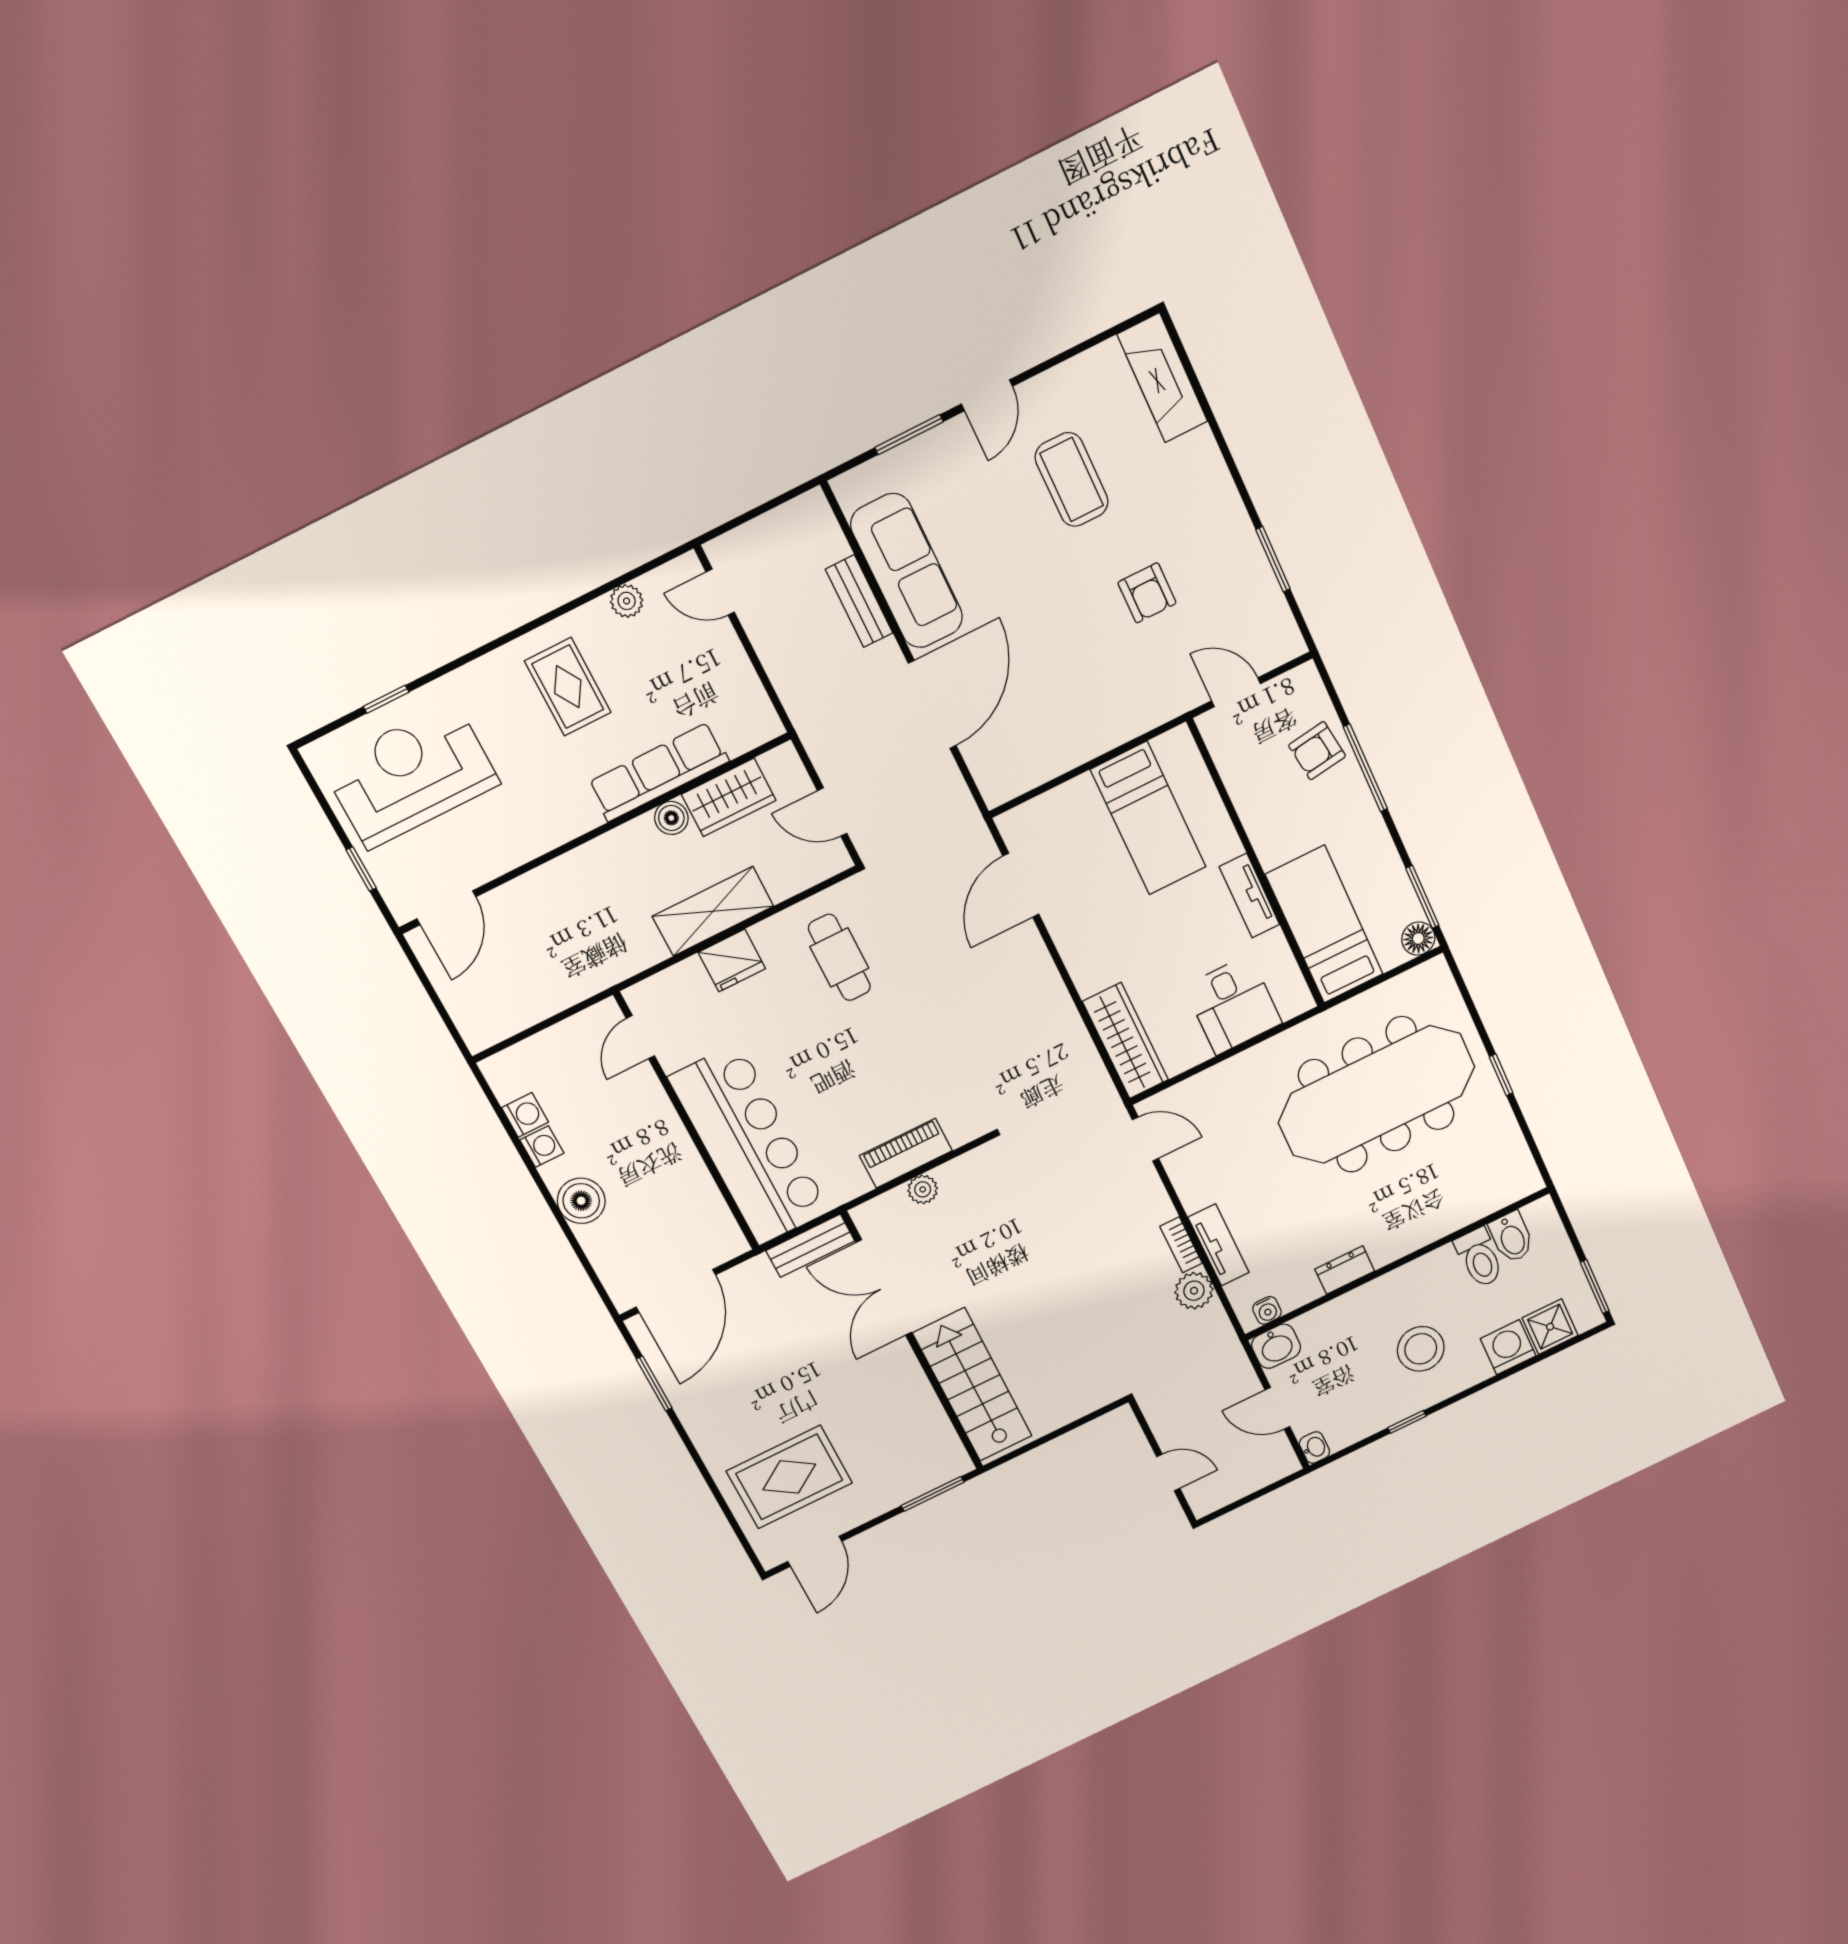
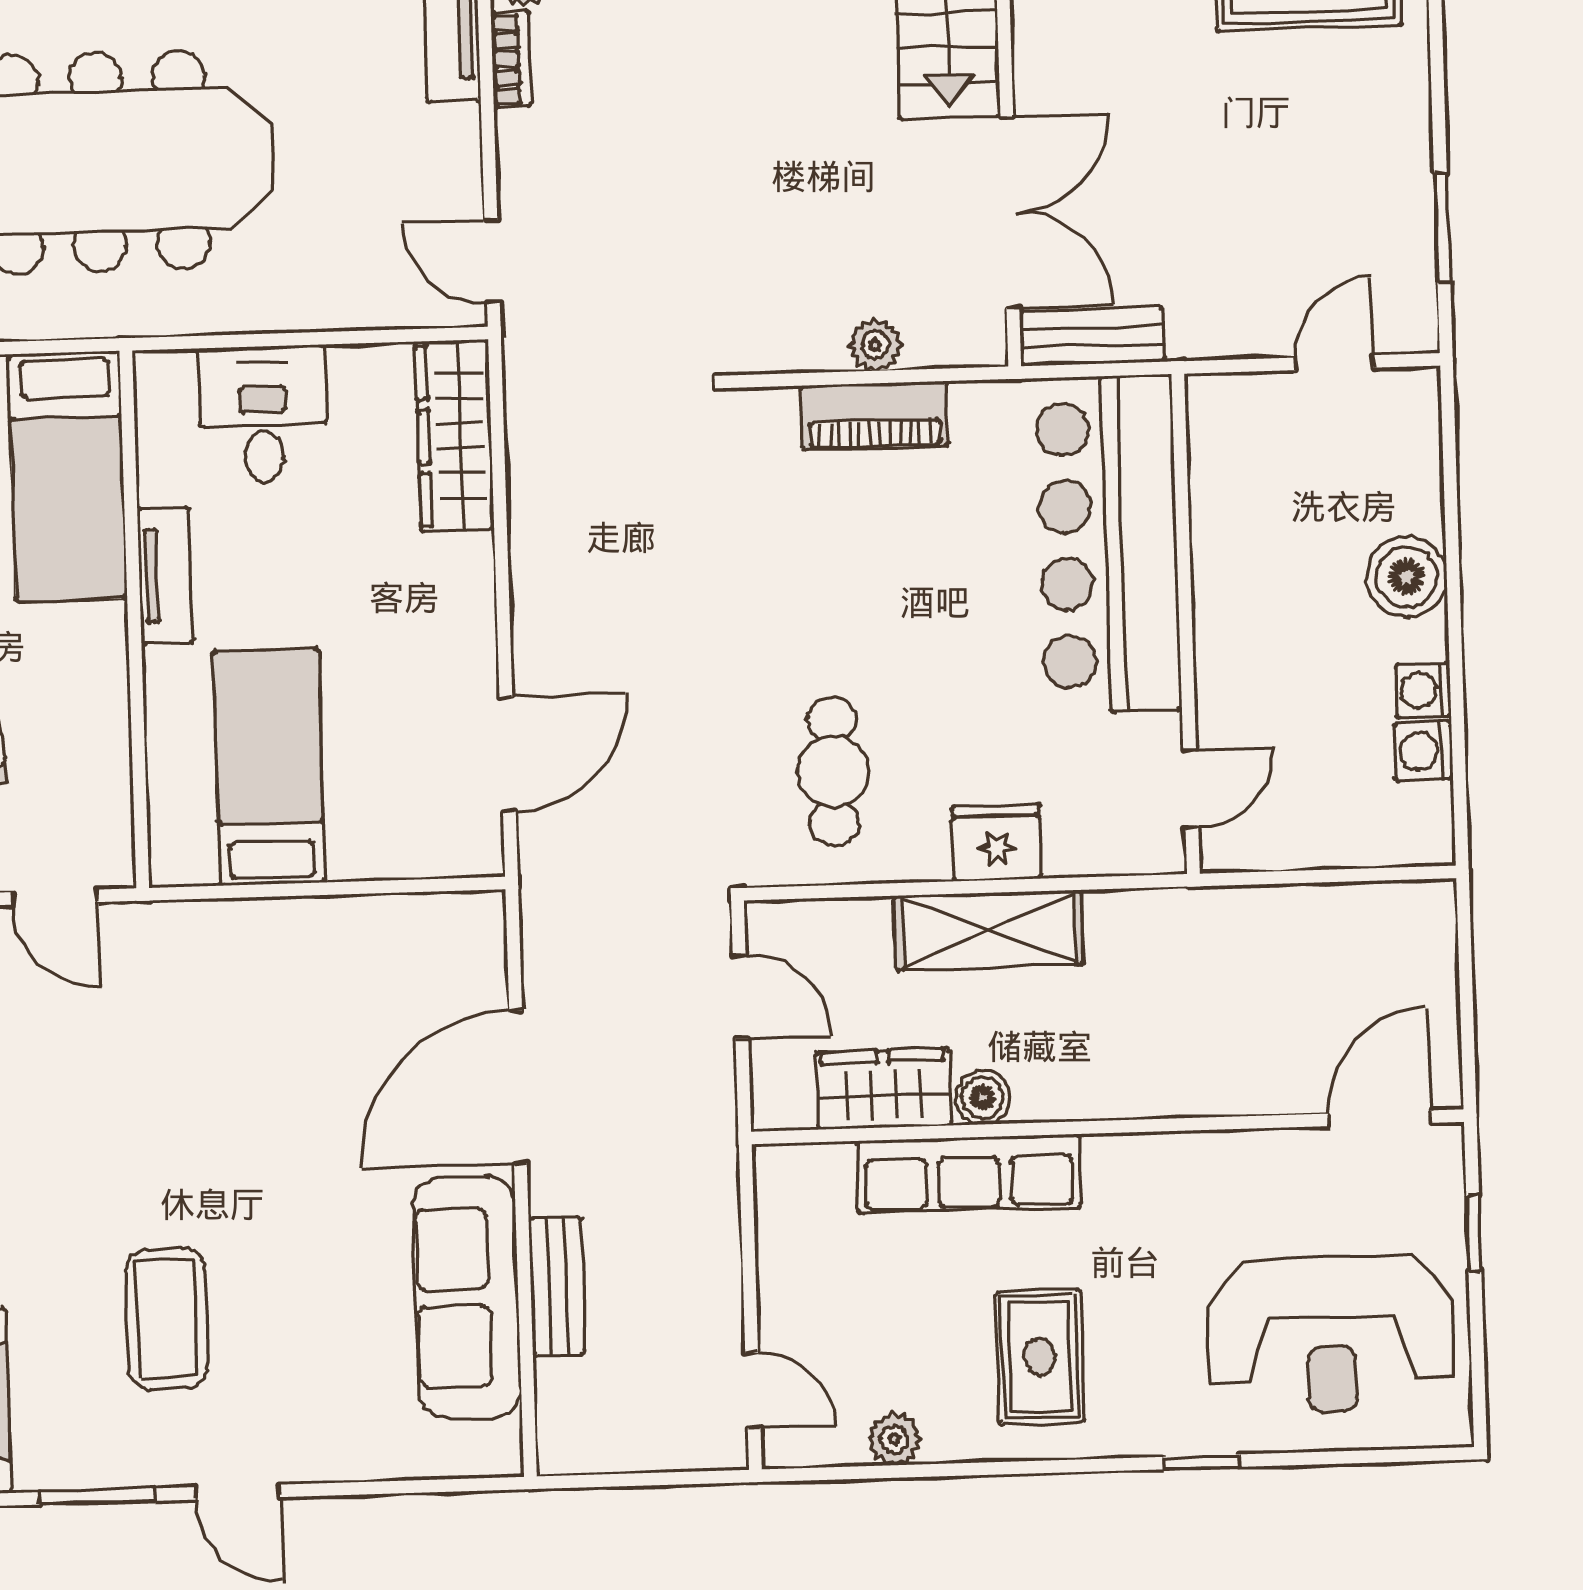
door: (987, 395) -> (238, 1492), swing flipped
window: (909, 435) -> (97, 1497), moved
armchair: (1147, 593) -> (126, 1105), removed
window: (386, 699) -> (1202, 1462), moved
door: (676, 1291) -> (1334, 363), width x0.53

